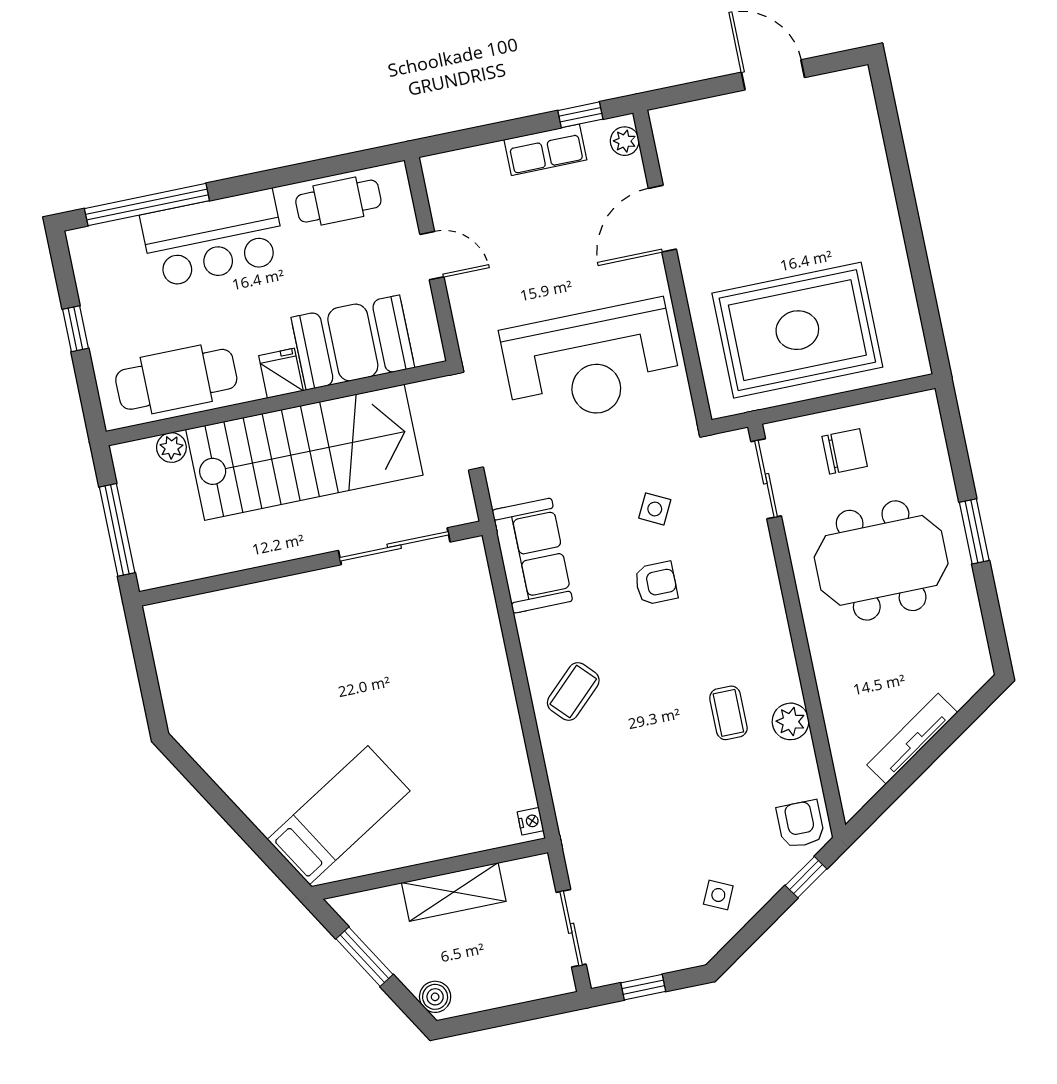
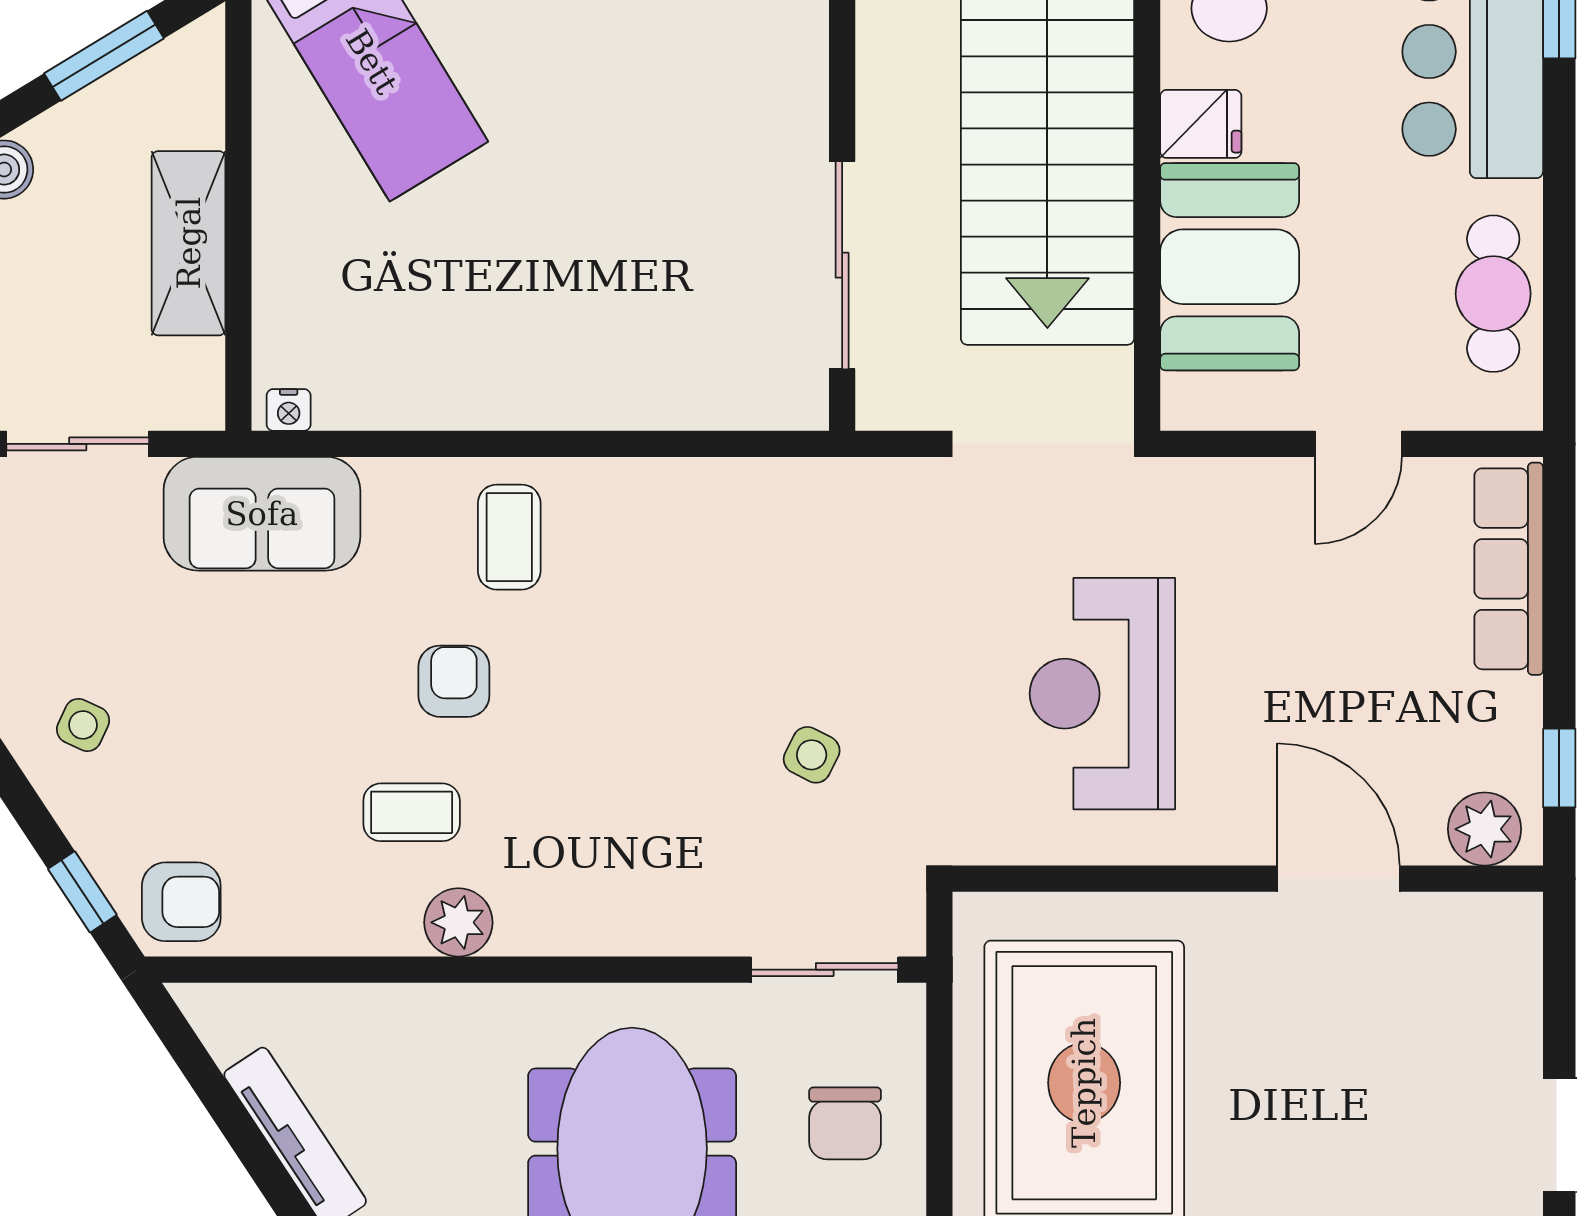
plant: (625, 141) -> (1484, 829), width x1.38, depth x1.38
row of seats: (545, 150) -> (1509, 569), moved, width x1.48
reception desk: (591, 363) -> (1102, 694), width x0.74, depth x0.77
sofa: (532, 556) -> (262, 514), moved
armchair: (656, 583) -> (454, 681), moved, turned 180
coffee table: (573, 692) -> (509, 537), turned 44
plant: (791, 721) -> (458, 922), moved

